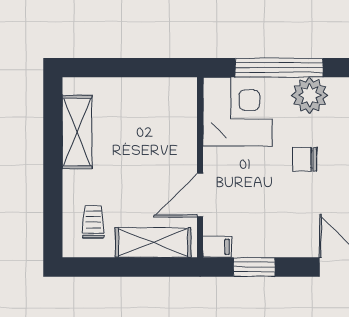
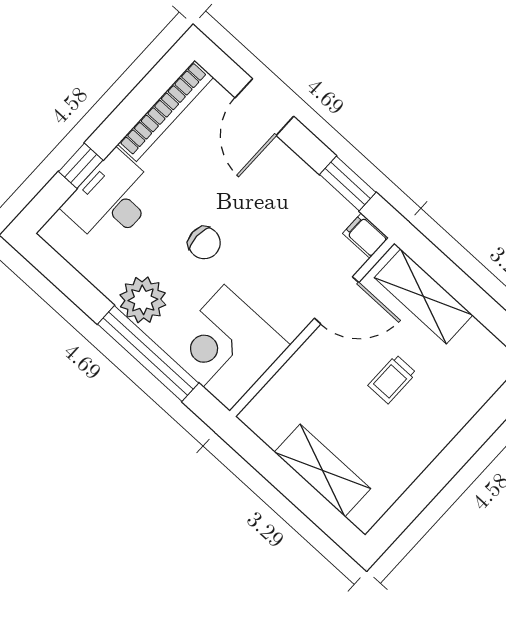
shelving: (77, 132) -> (323, 470), moved, turned 90
trolley: (93, 222) -> (392, 379), moved

